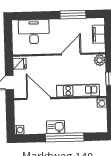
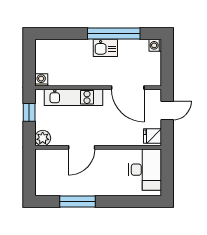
desk: (34, 32) -> (145, 170), moved, turned -90
filing cabinet: (99, 34) -> (43, 174), removed
window: (65, 137) -> (114, 34), moved

